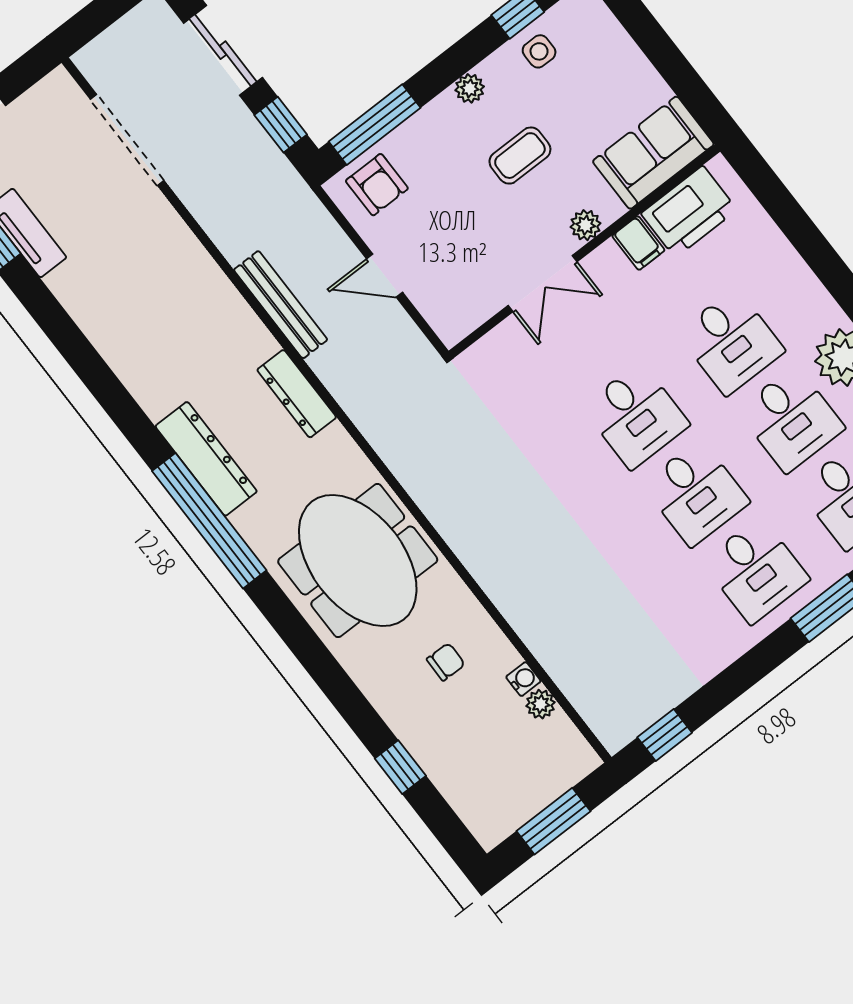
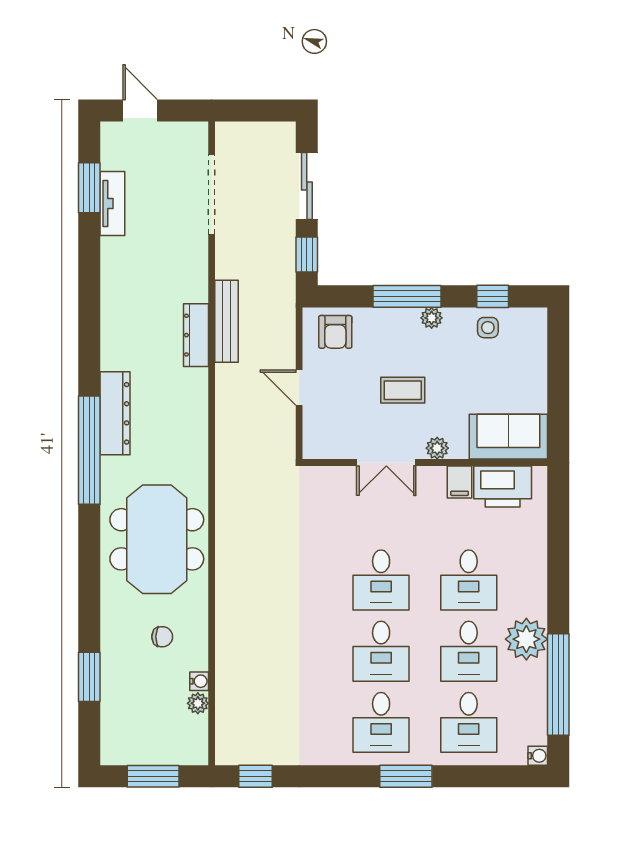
window: (375, 125) -> (407, 296), moved
coffee table: (520, 156) -> (403, 390), moved
bench: (281, 305) -> (226, 321), moved
dresser: (297, 394) -> (196, 335), moved
window: (400, 767) -> (89, 677), width x1.50

